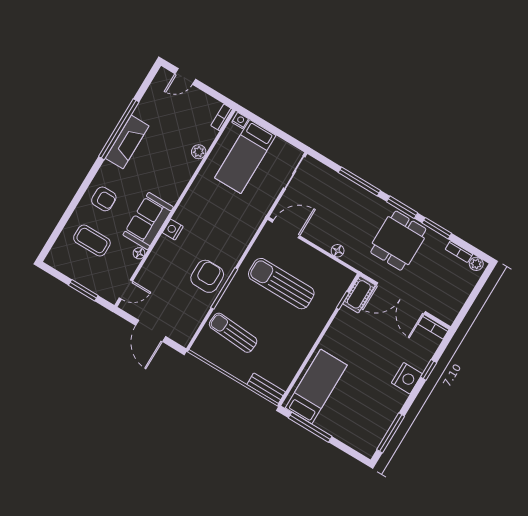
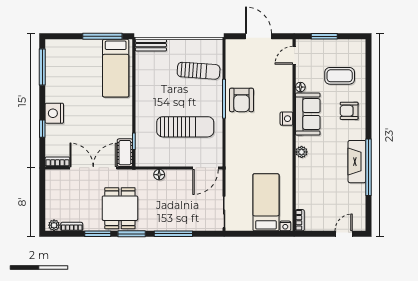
plant: (199, 152) -> (302, 152), moved

